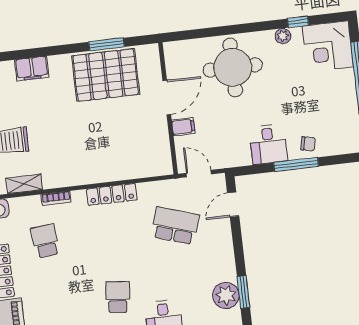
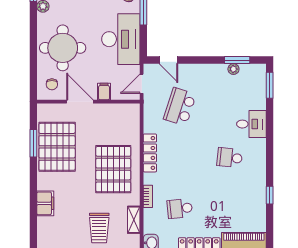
chair: (185, 59) -> (52, 84), added
desk: (268, 144) -> (121, 39), width x1.87, depth x1.30
pallet: (86, 150) -> (113, 169), added
plant: (226, 295) -> (233, 69), width x0.53, depth x0.53

